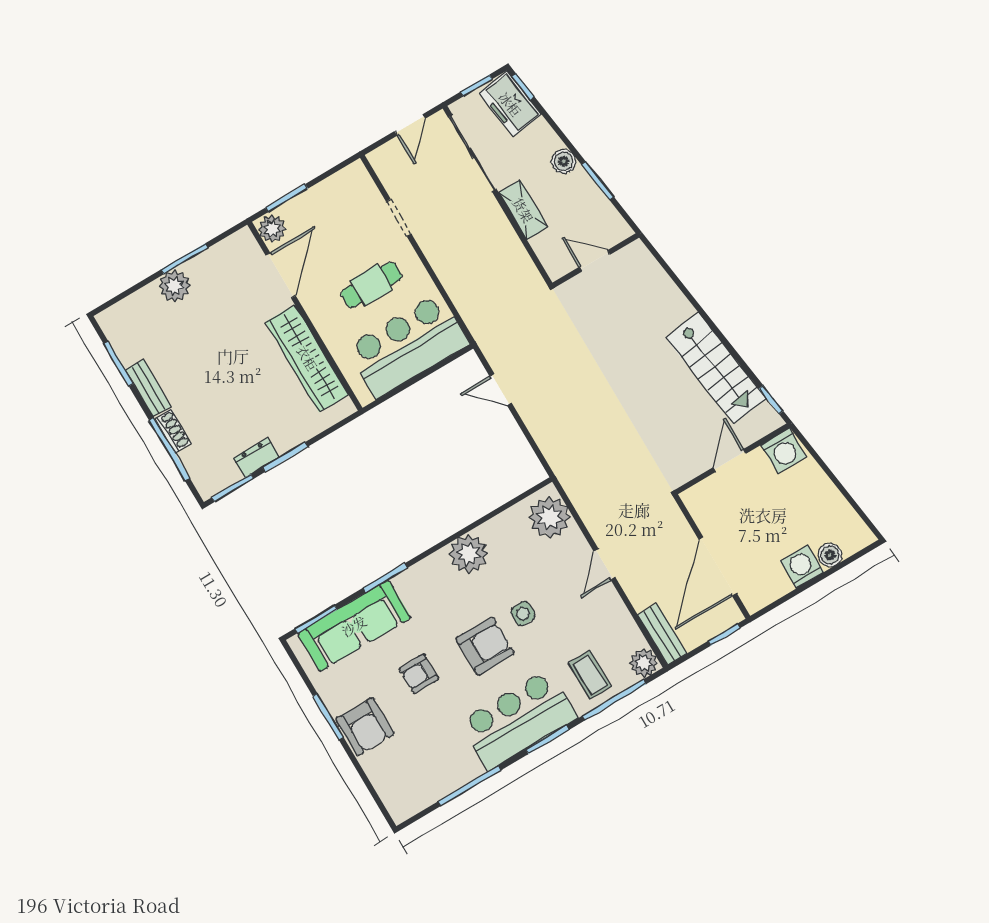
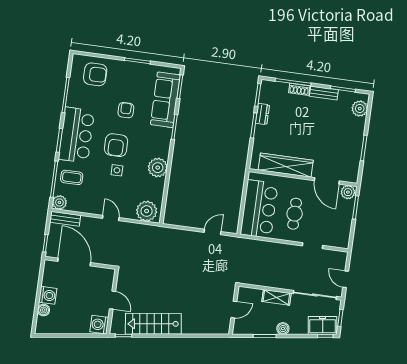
plant: (175, 286) -> (360, 109), moved
armchair: (365, 727) -> (95, 74), moved, turned 180

